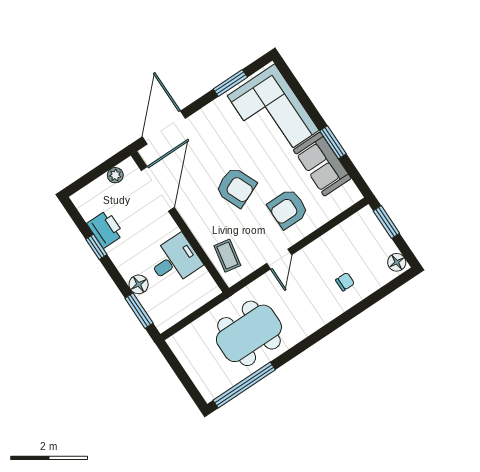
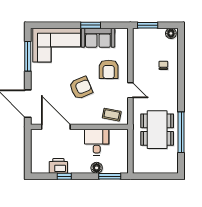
window: (230, 83) -> (28, 56), width x1.44
plant: (115, 175) -> (35, 143), removed
window: (244, 385) -> (181, 132), moved

